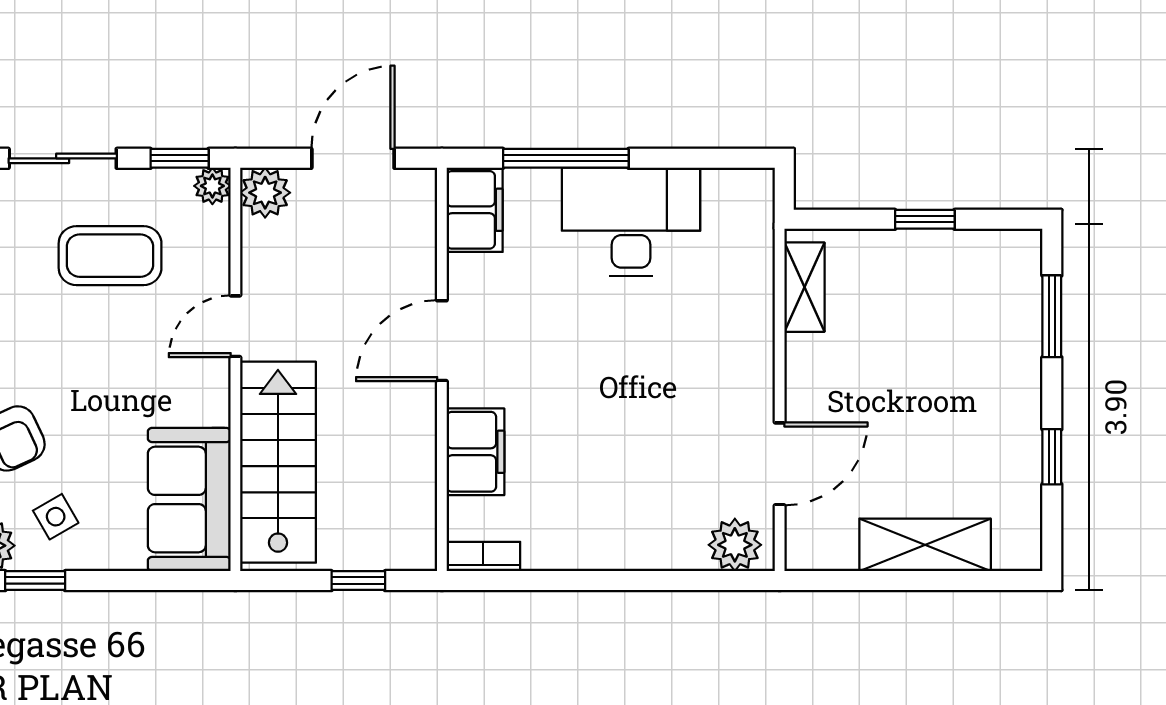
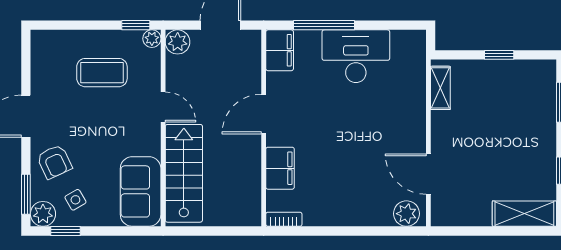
sliding door: (63, 158) -> (79, 25), removed
door: (235, 326) -> (163, 107), swing flipped
door: (780, 464) -> (428, 174), swing flipped
shelving: (925, 545) -> (524, 214), moved
window: (358, 581) -> (223, 231), removed

